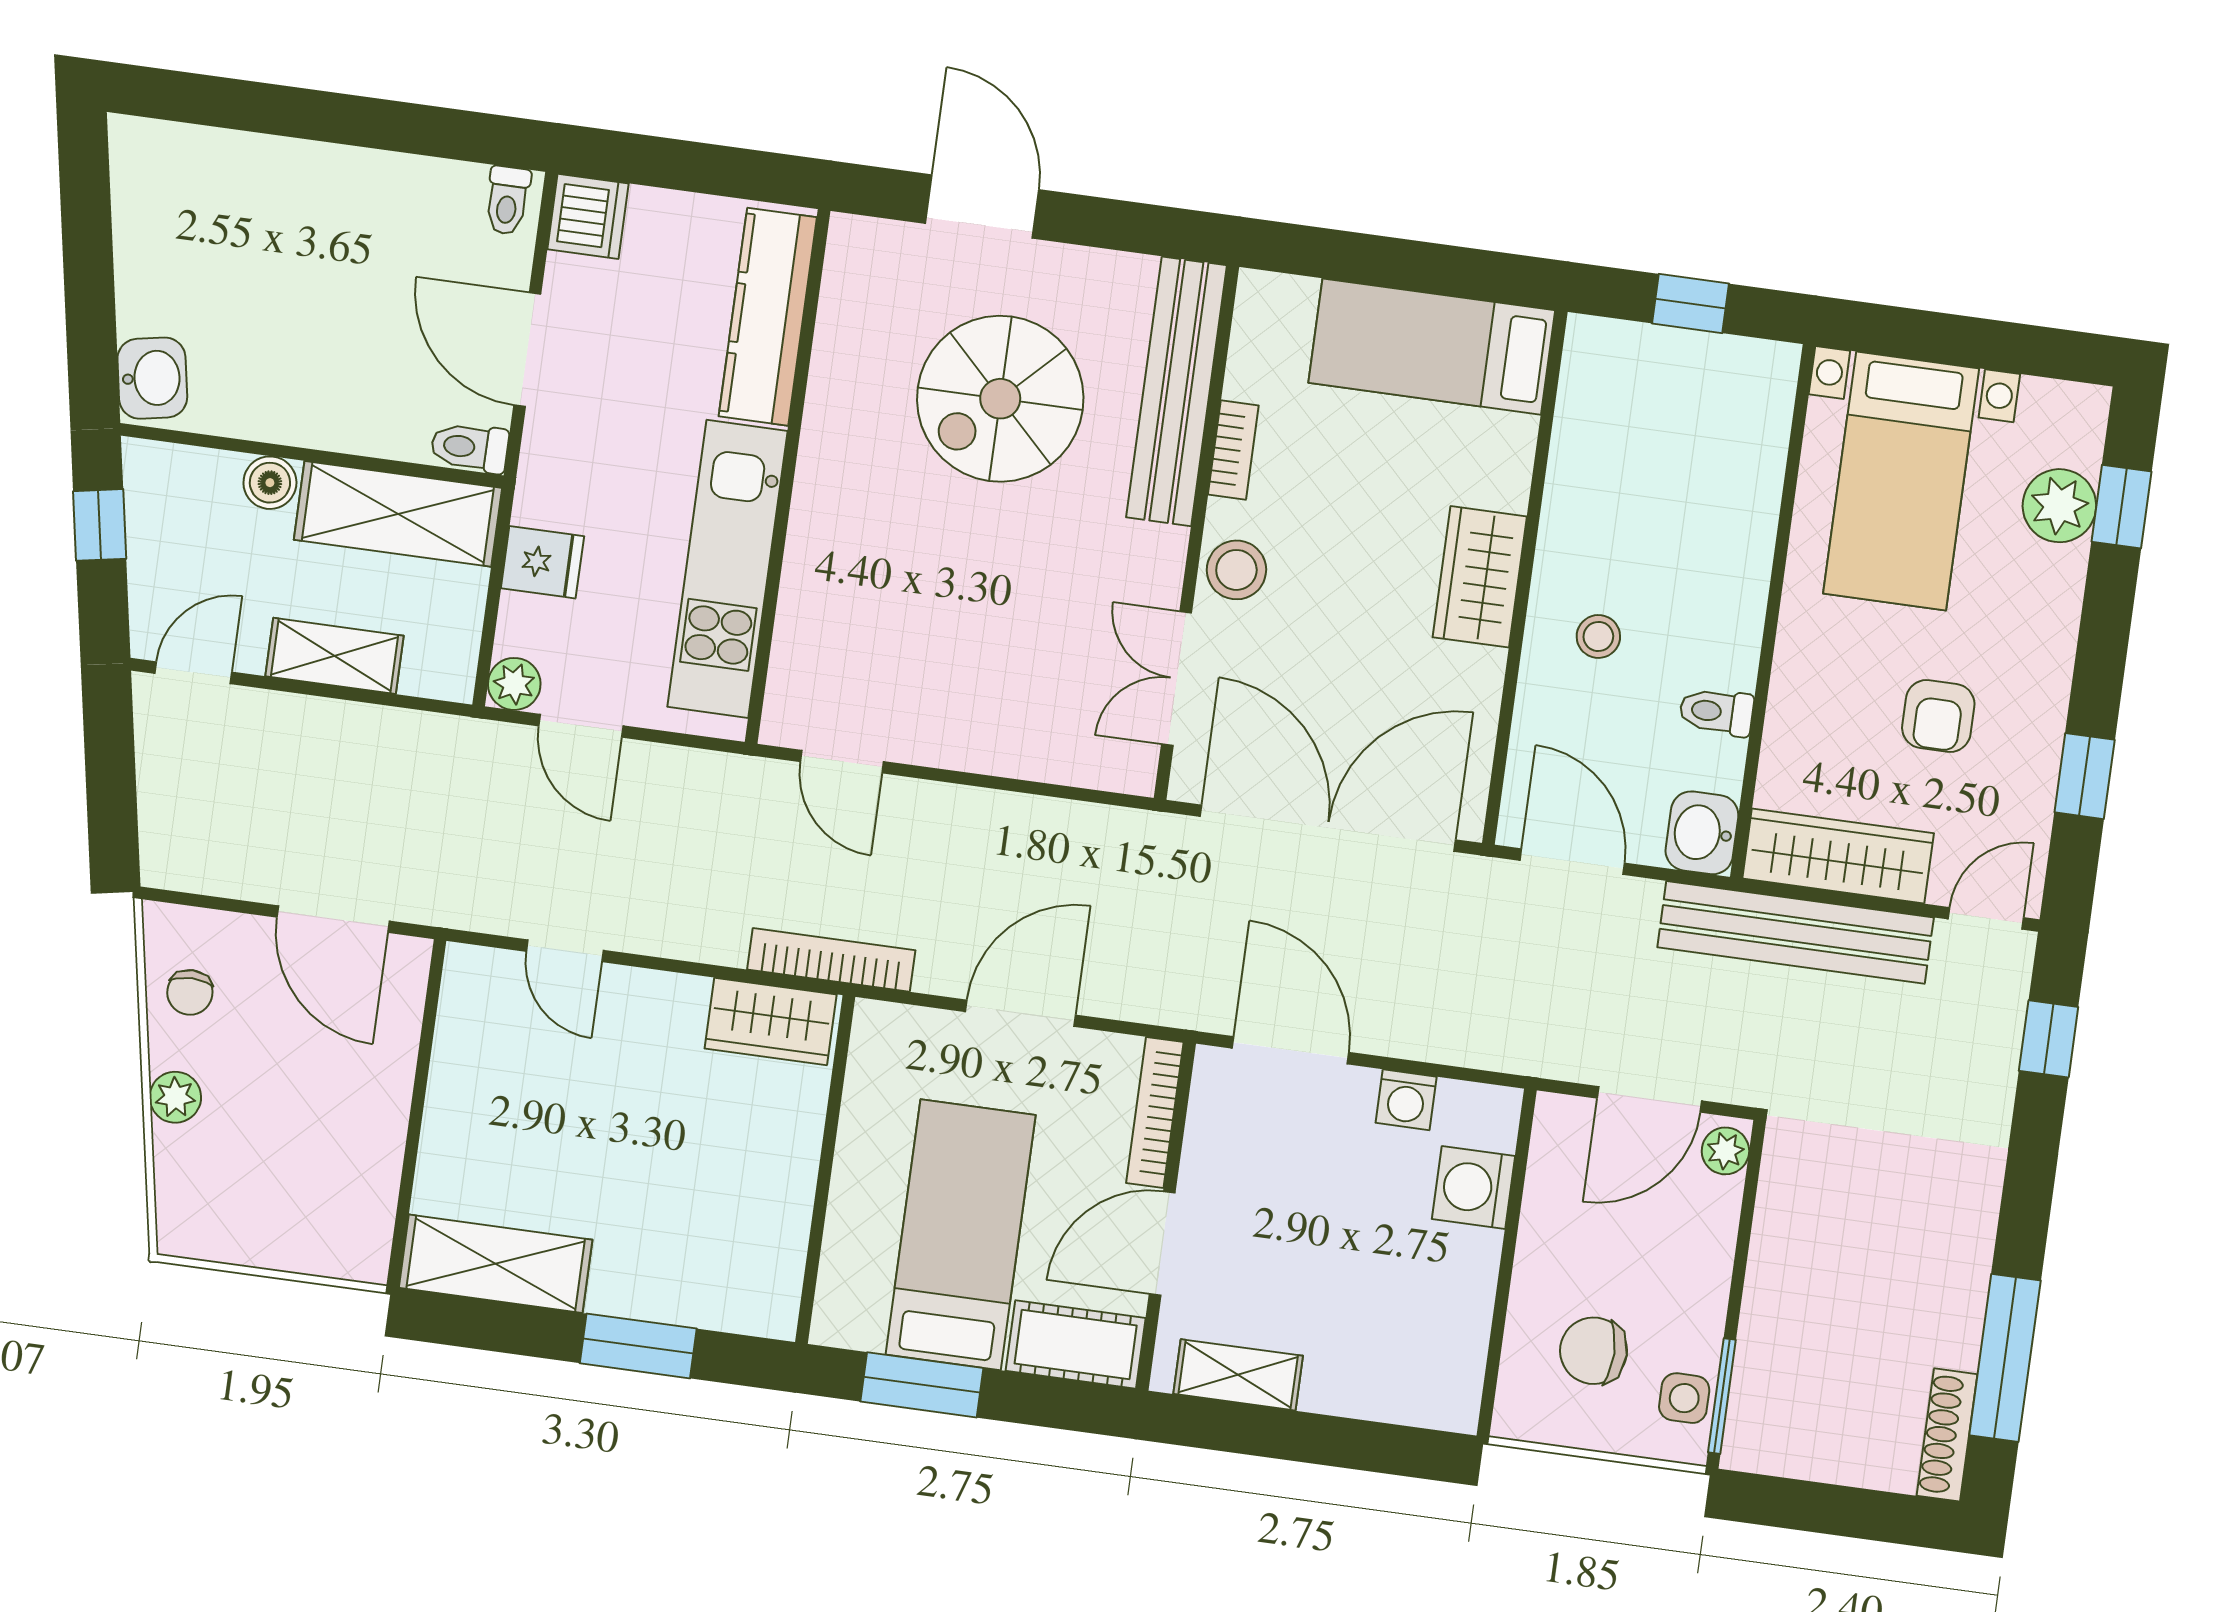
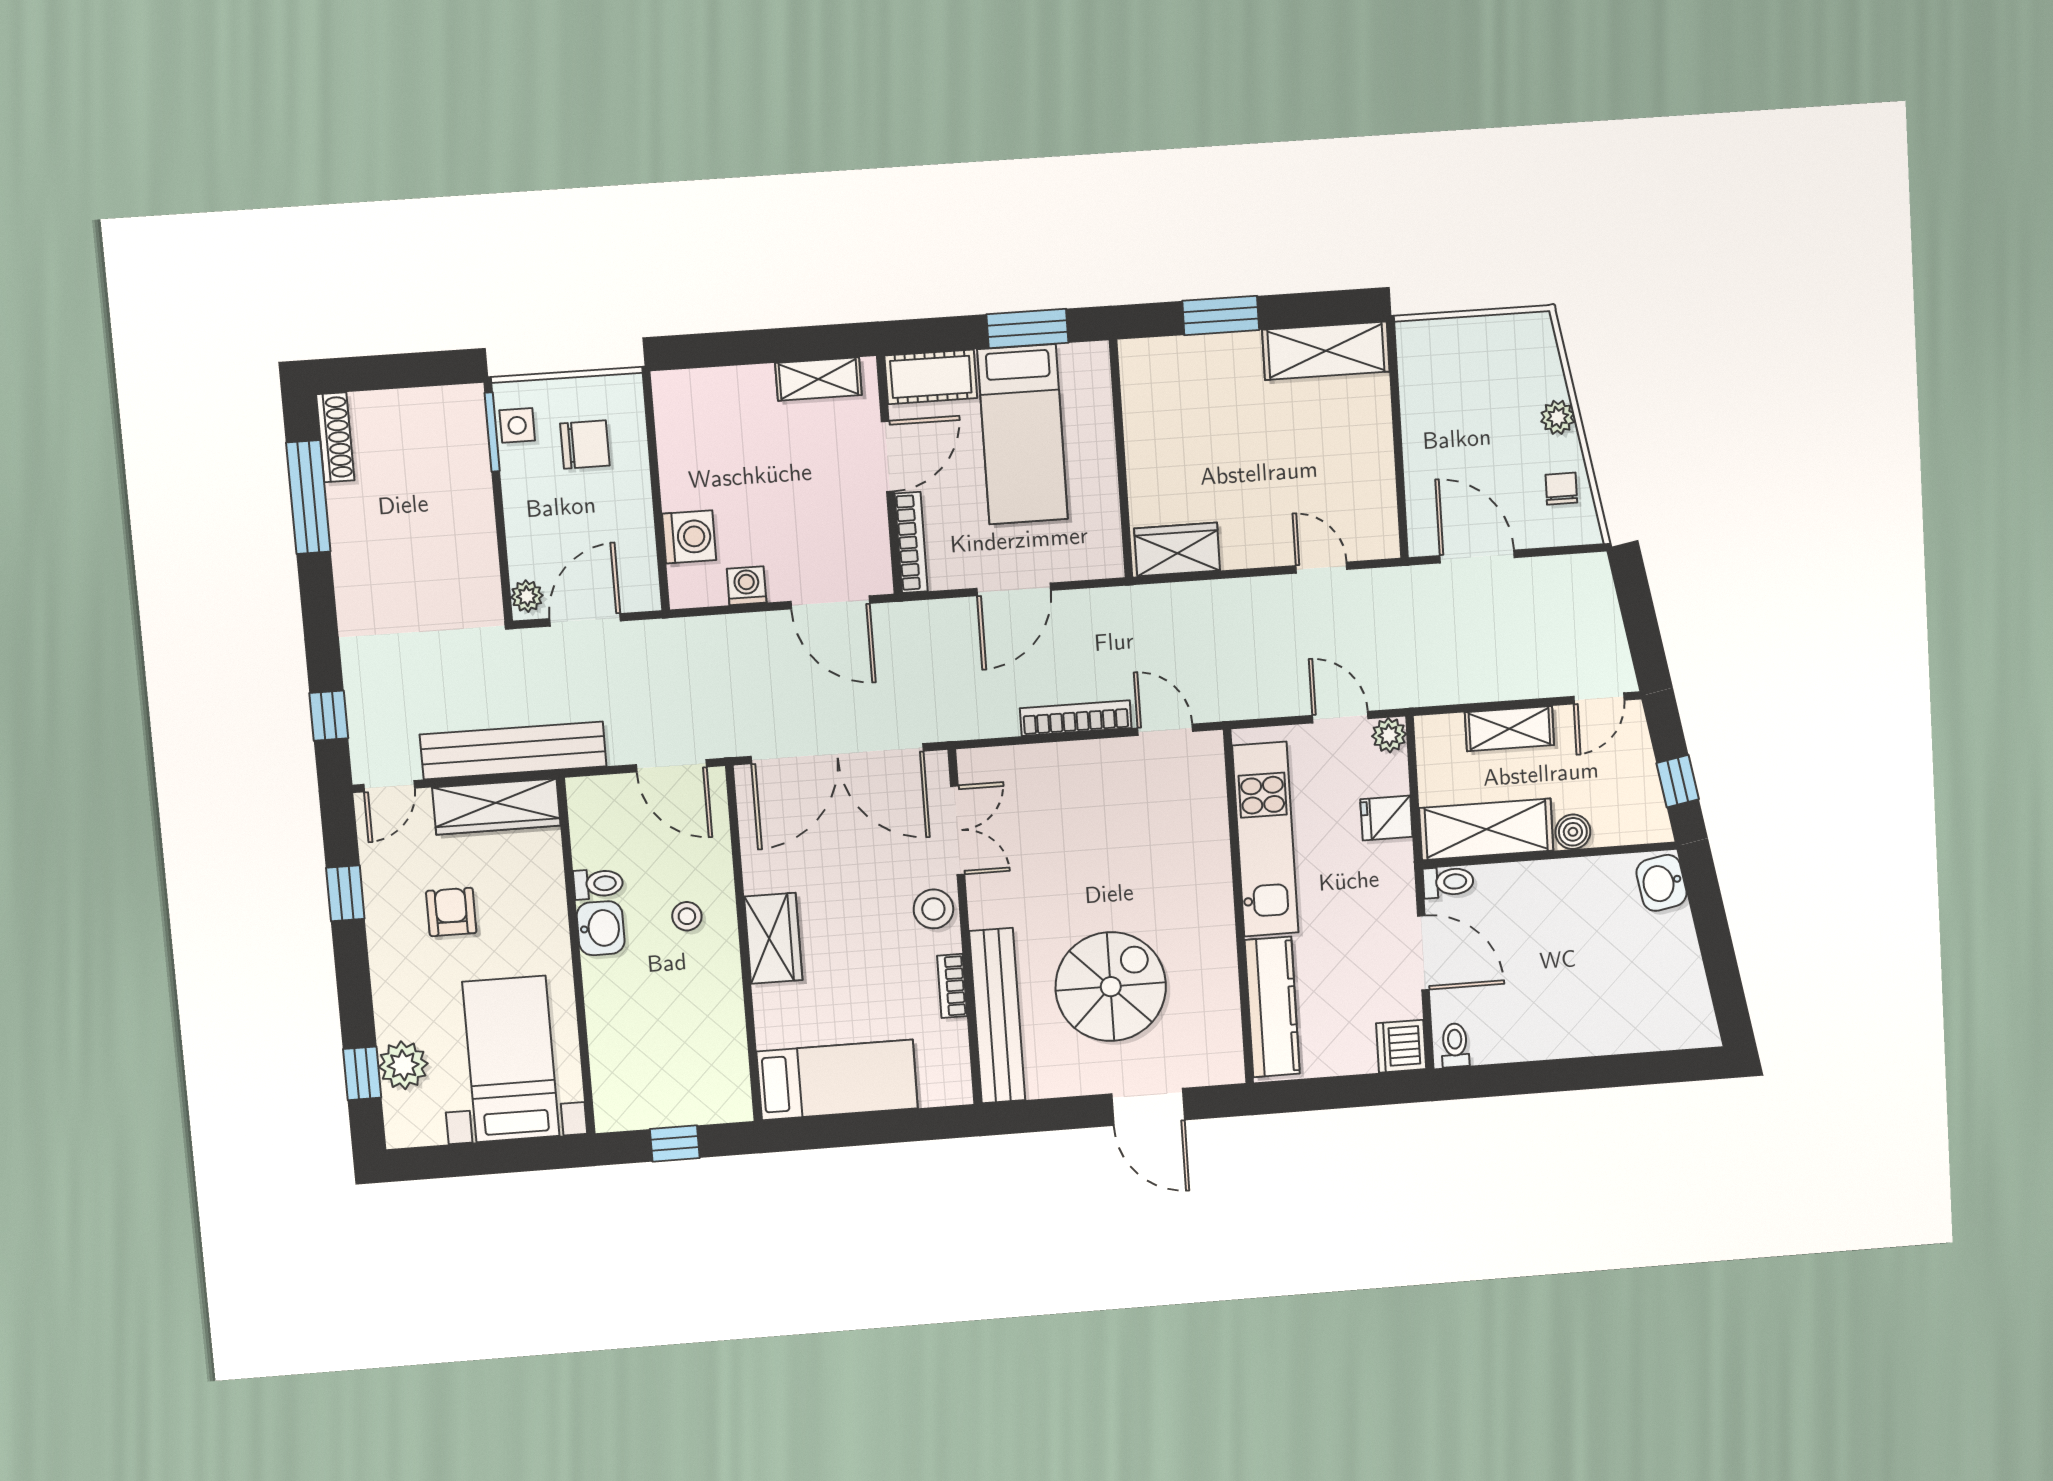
washbasin: (1702, 833) -> (601, 928), moved
bookcase: (831, 960) -> (1076, 718), moved, turned 180

